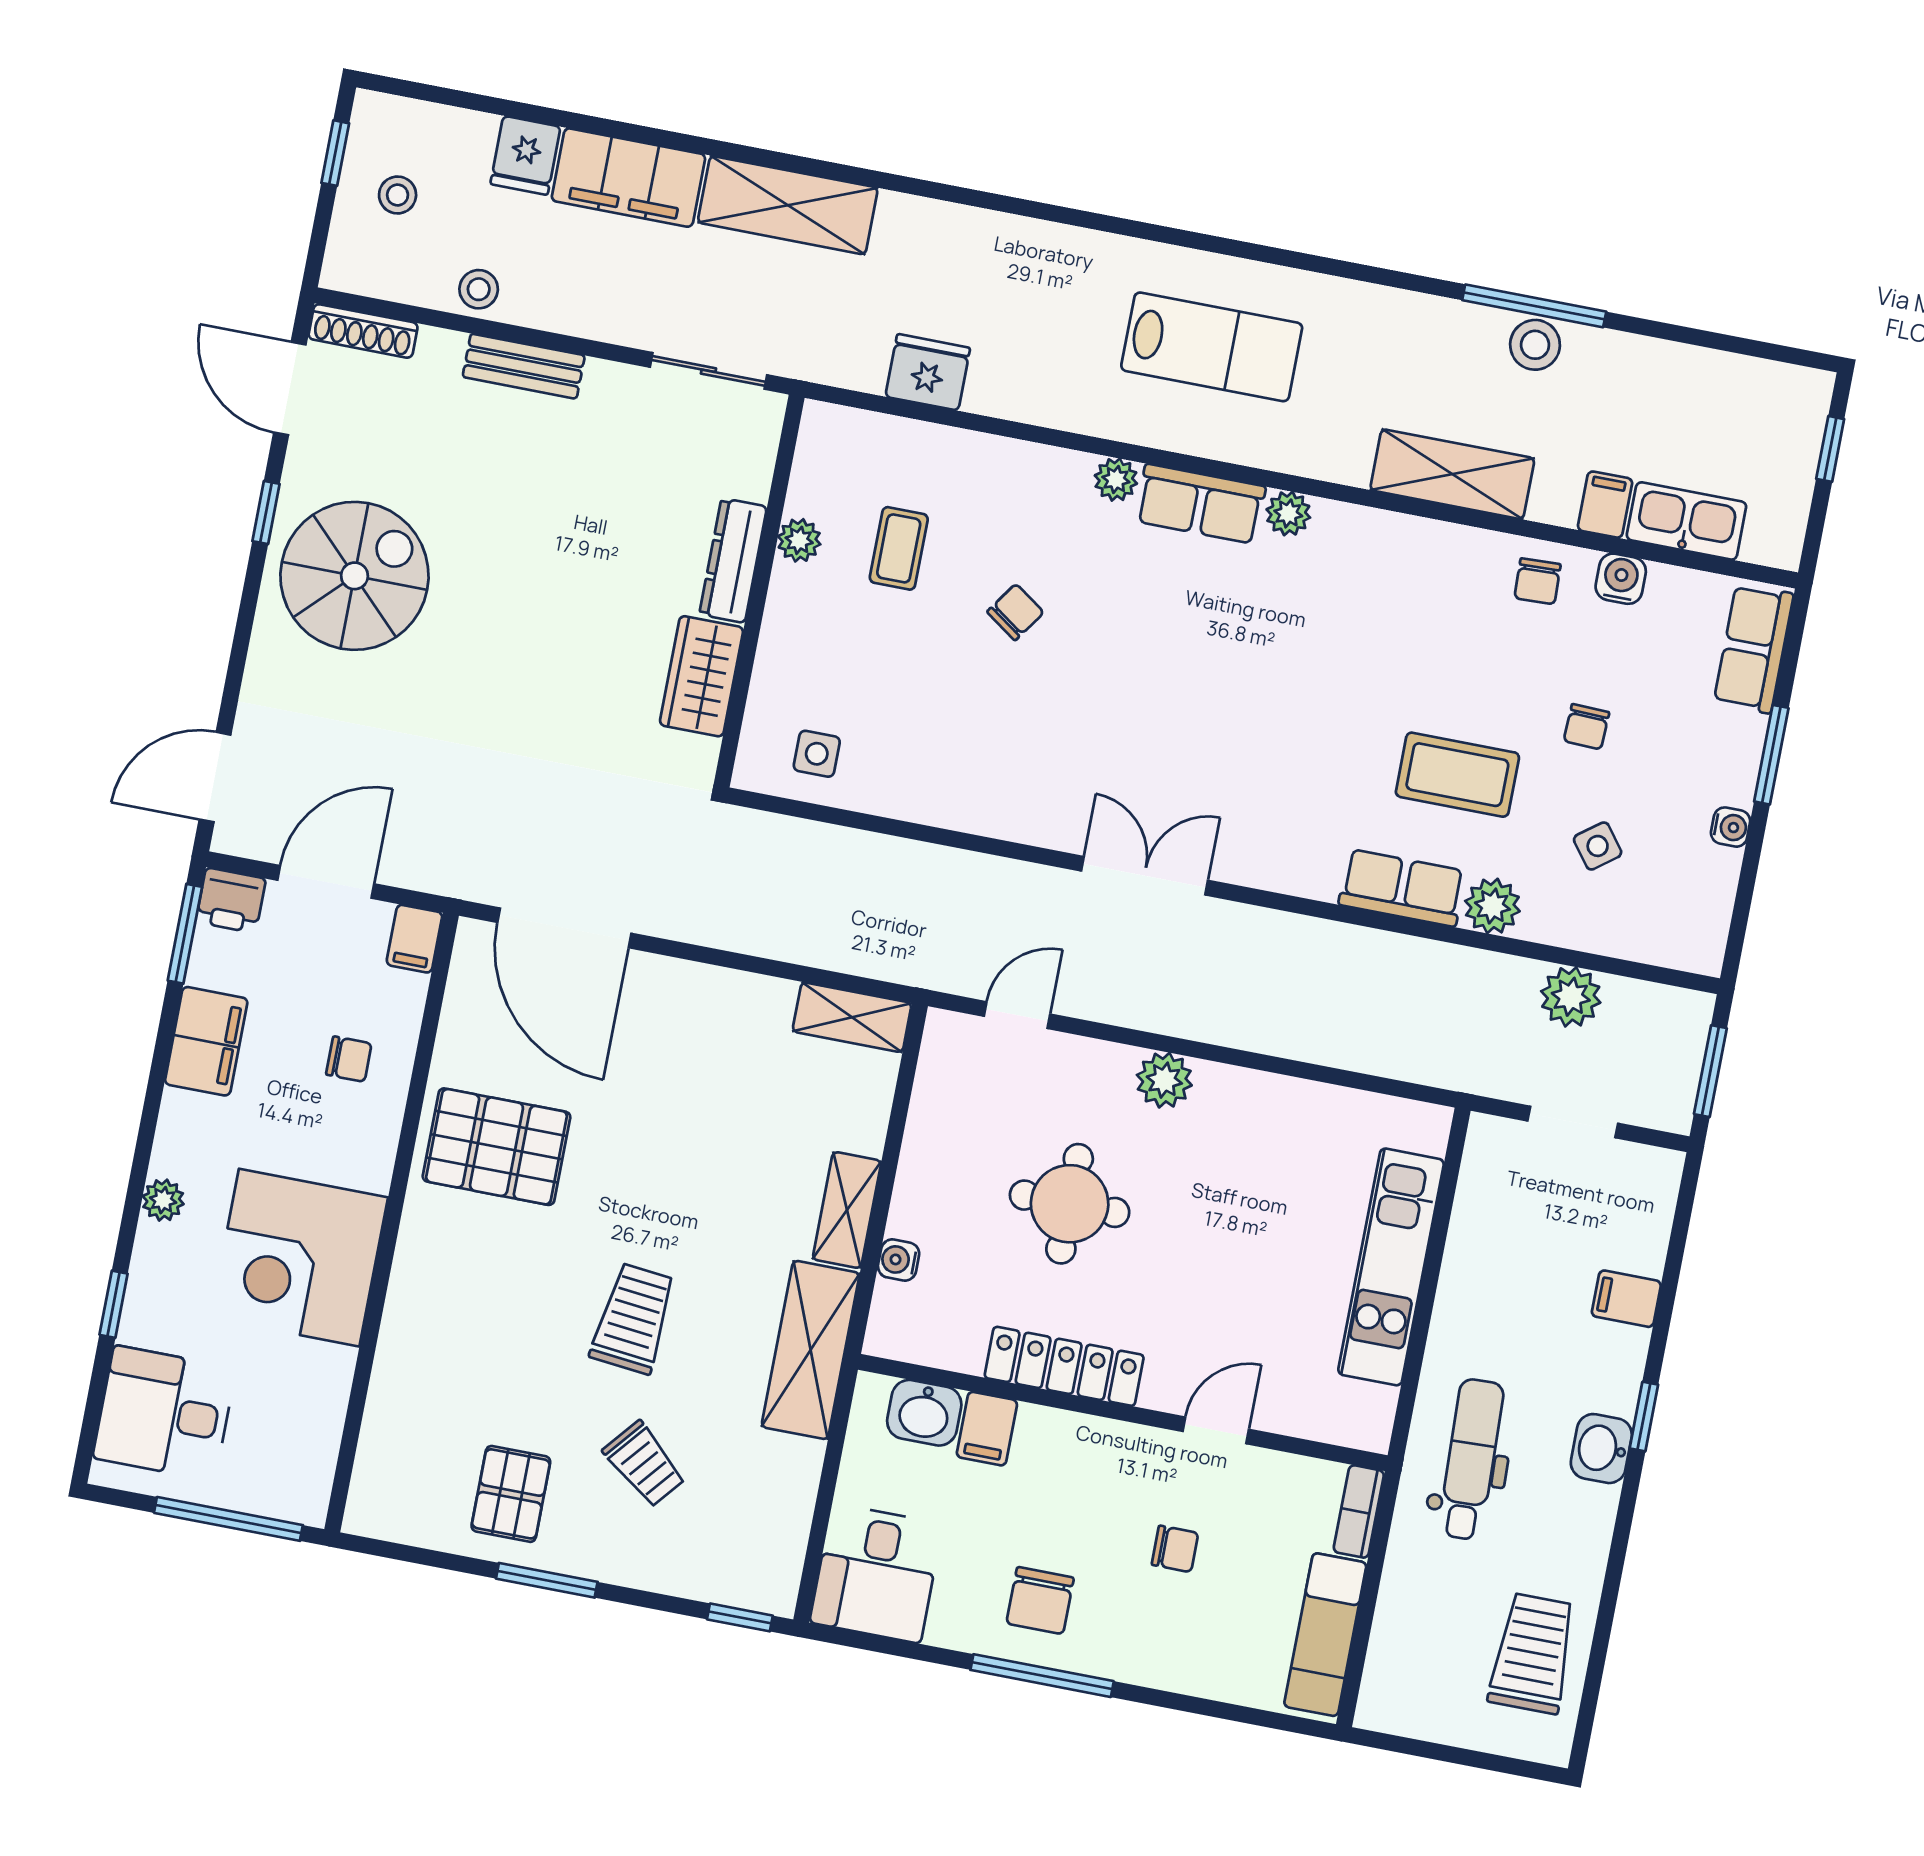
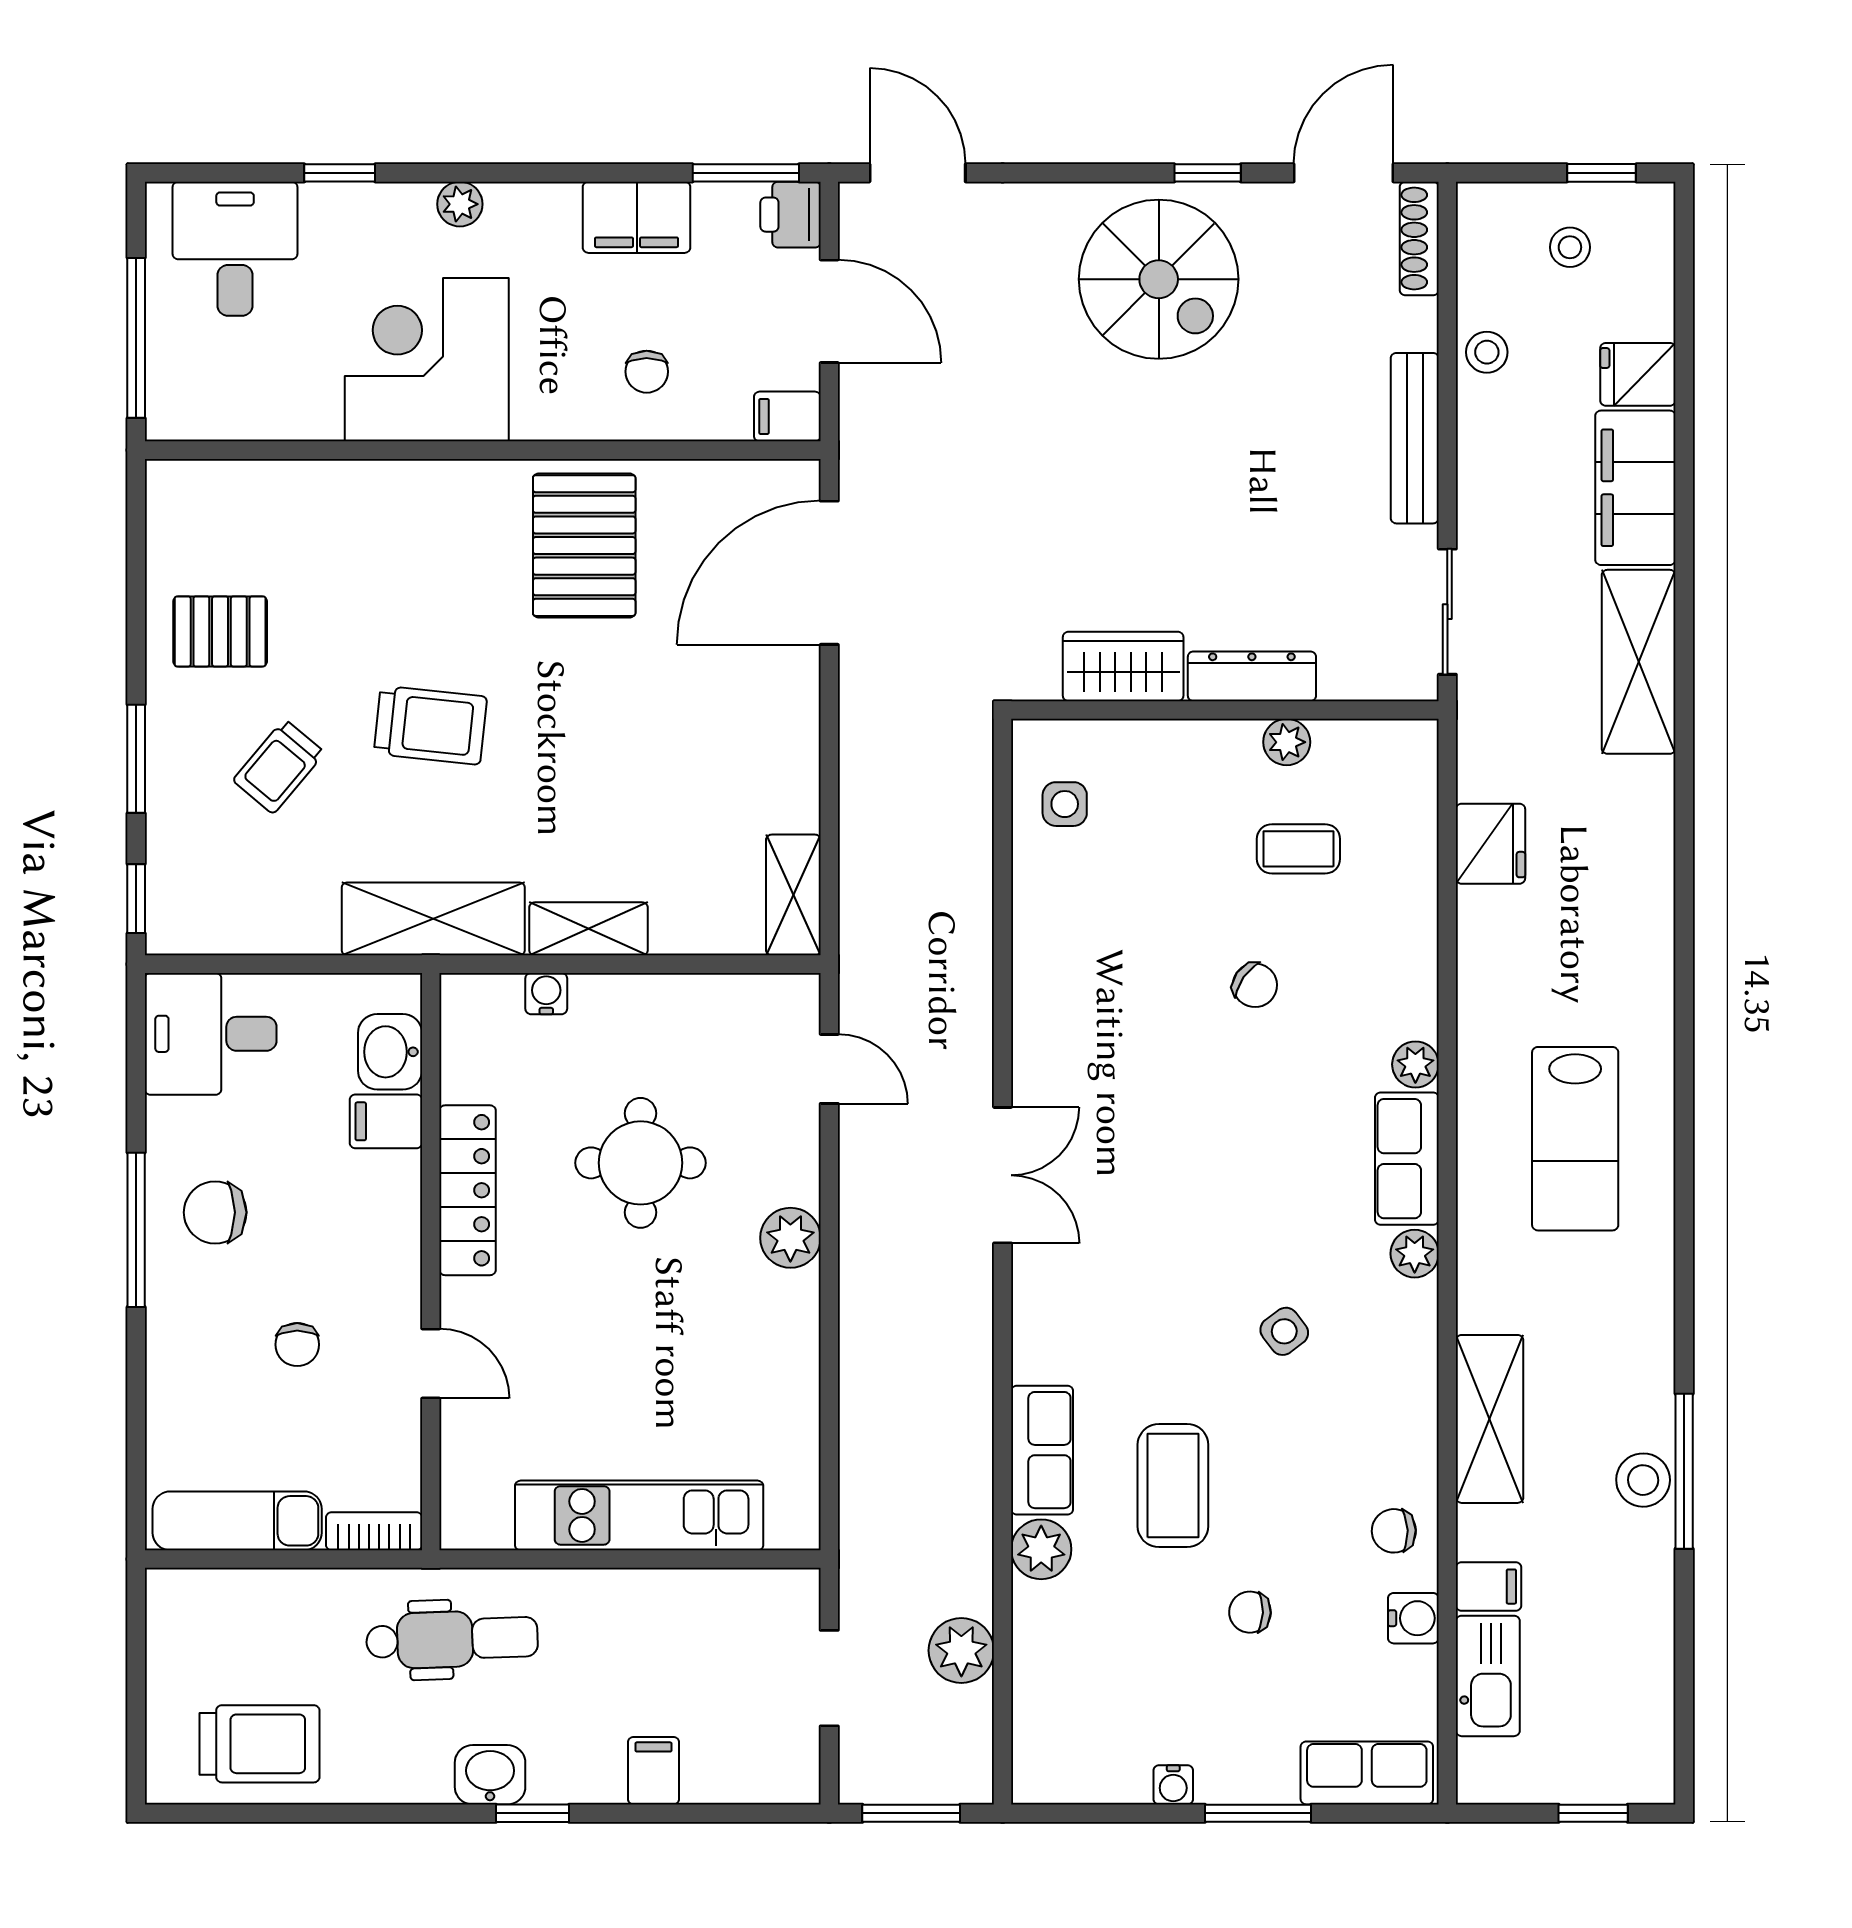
bench: (524, 366) -> (1415, 438), width x1.36
side table: (1598, 846) -> (1284, 1331), moved
window: (547, 1580) -> (136, 759), moved

